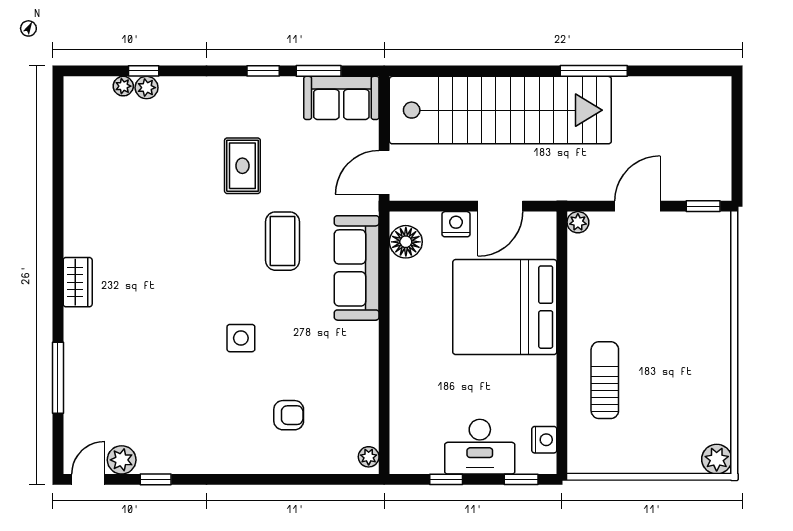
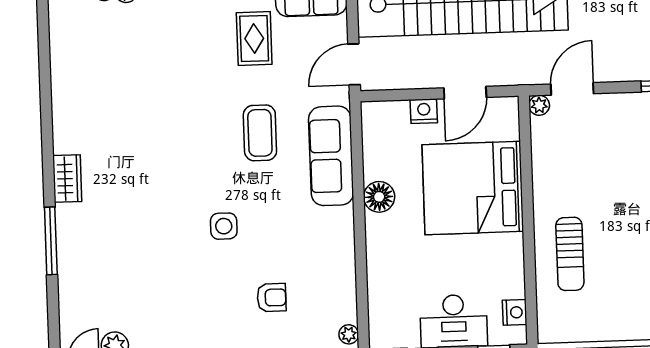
rug: (242, 166) -> (254, 39), moved
door: (638, 206) -> (572, 89), moved
floor lamp: (406, 242) -> (379, 197), moved
window: (58, 378) -> (51, 241), moved
sun lounger: (605, 380) -> (570, 254), turned 180

